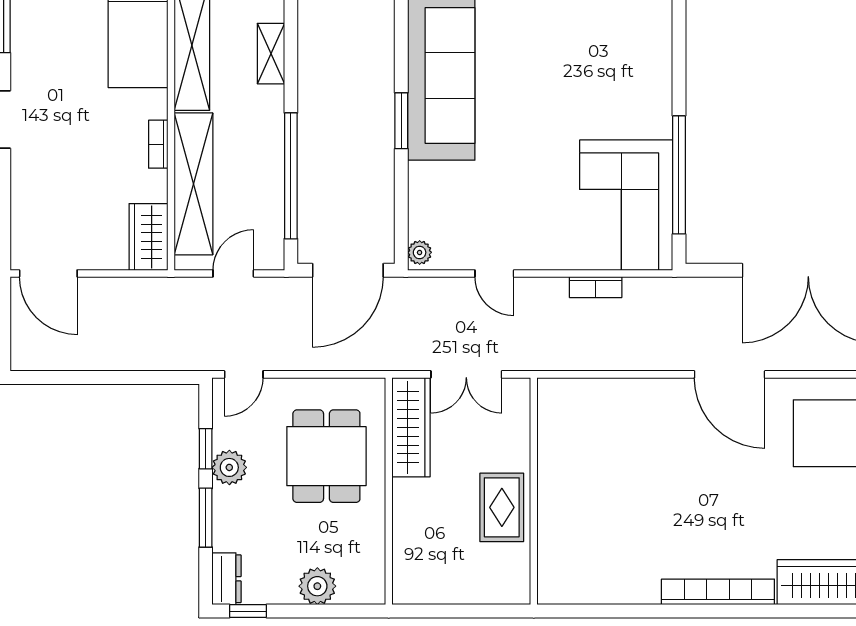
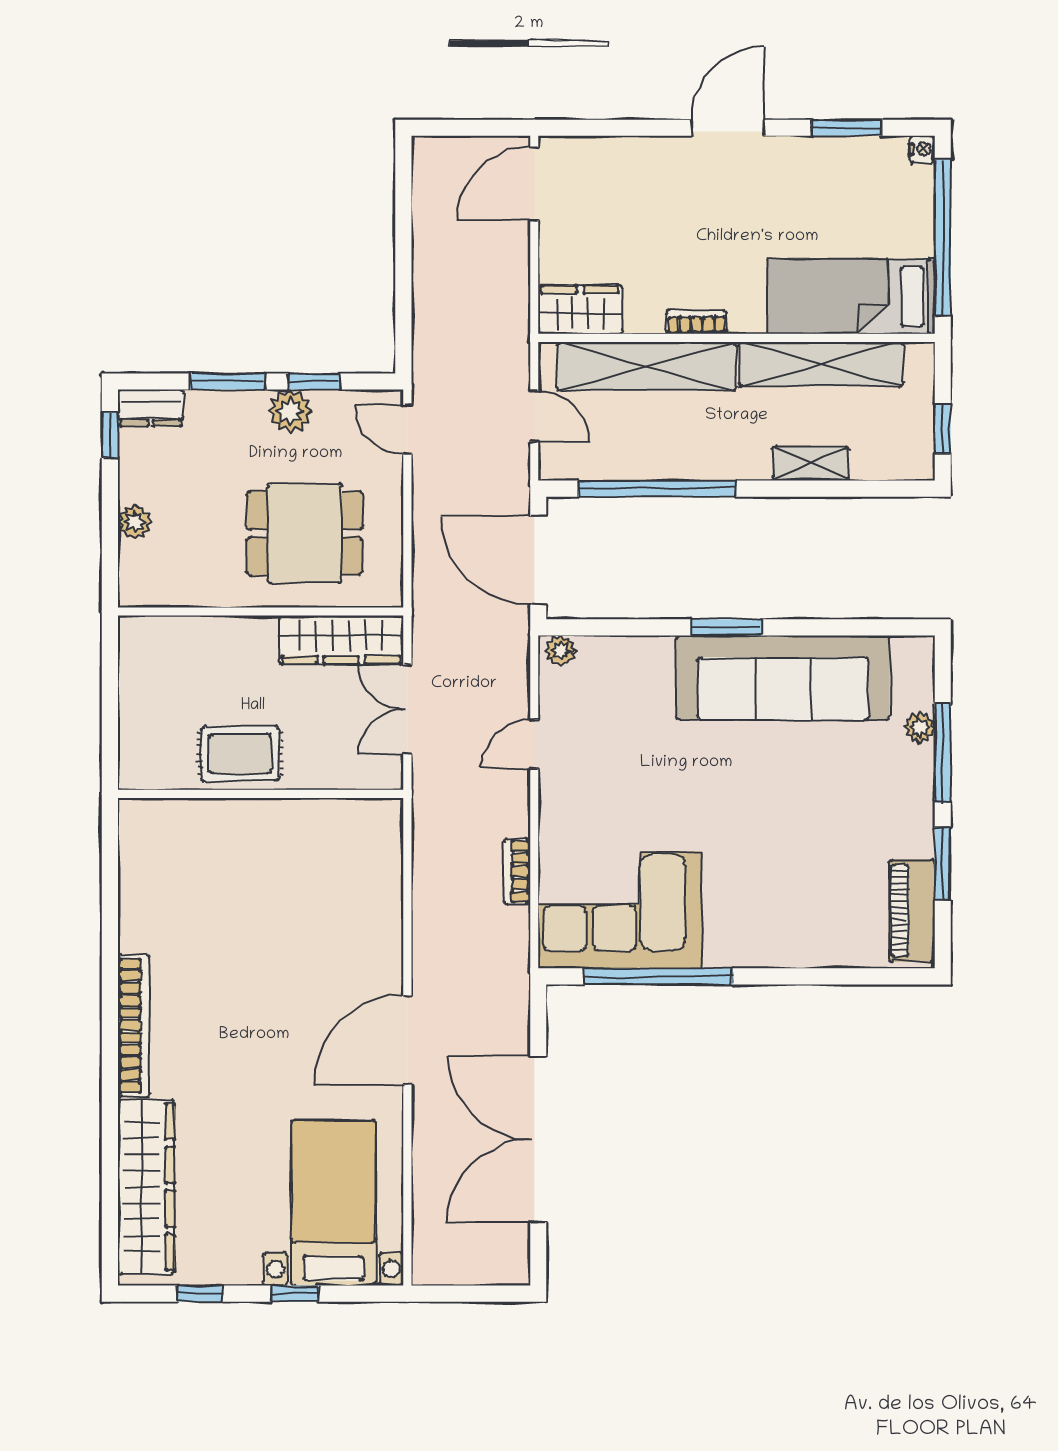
plant: (317, 586) -> (135, 522), width x0.73, depth x0.73

